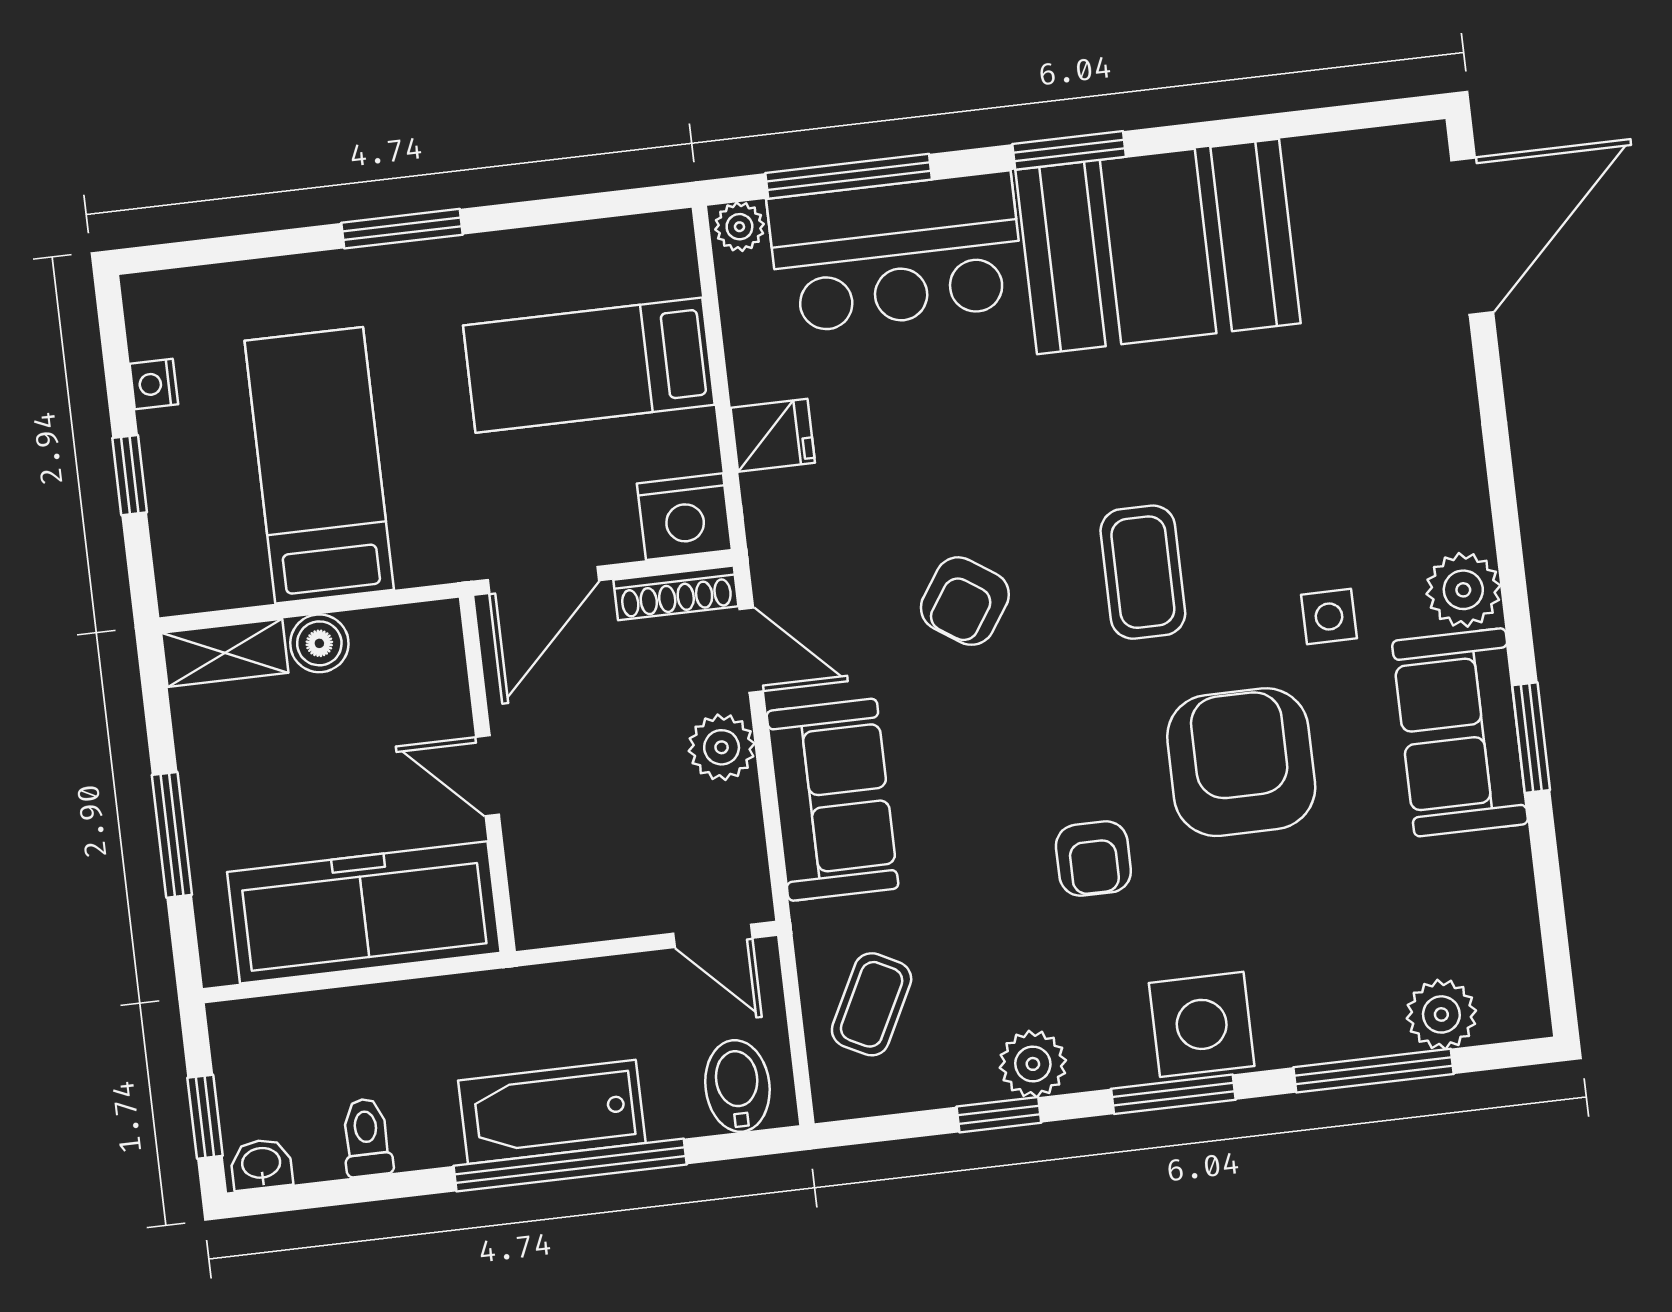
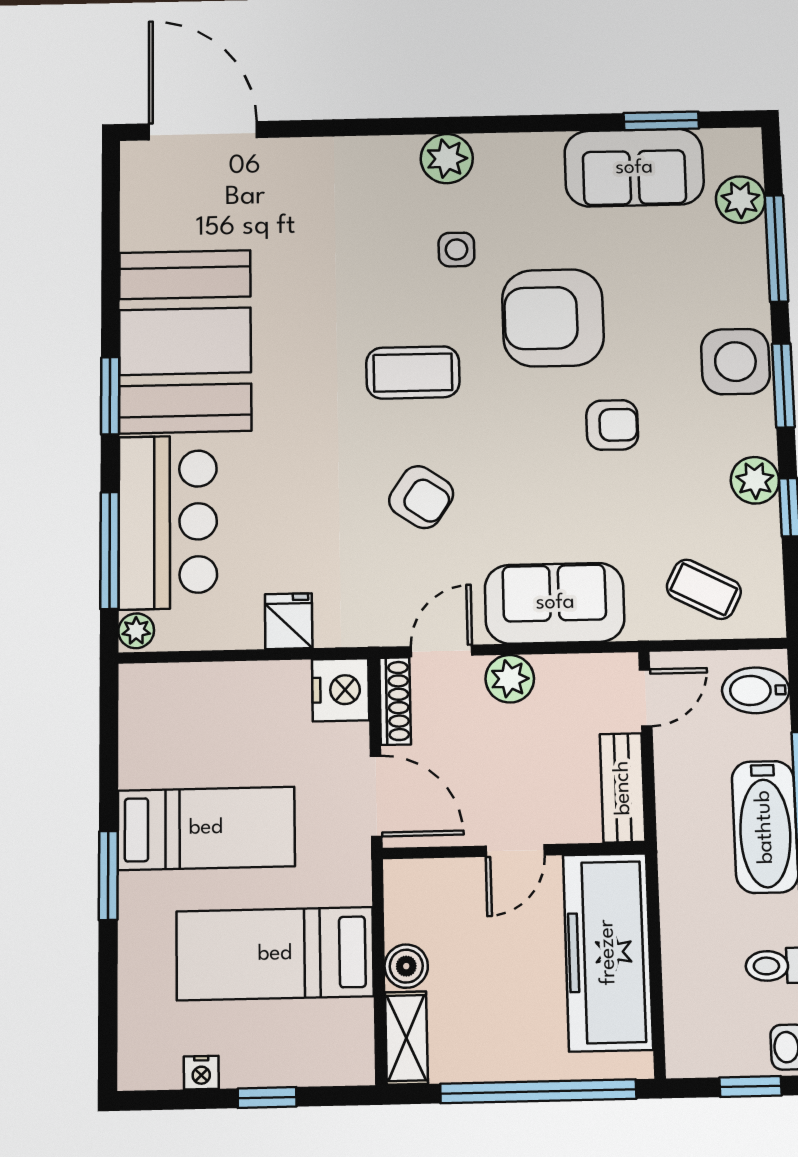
bed: (589, 365) -> (206, 828), moved, turned -90
sofa: (1460, 732) -> (634, 168), moved
window: (1531, 738) -> (661, 121), moved
window: (172, 835) -> (538, 1091), width x2.11
bench: (586, 914) -> (623, 788), added

